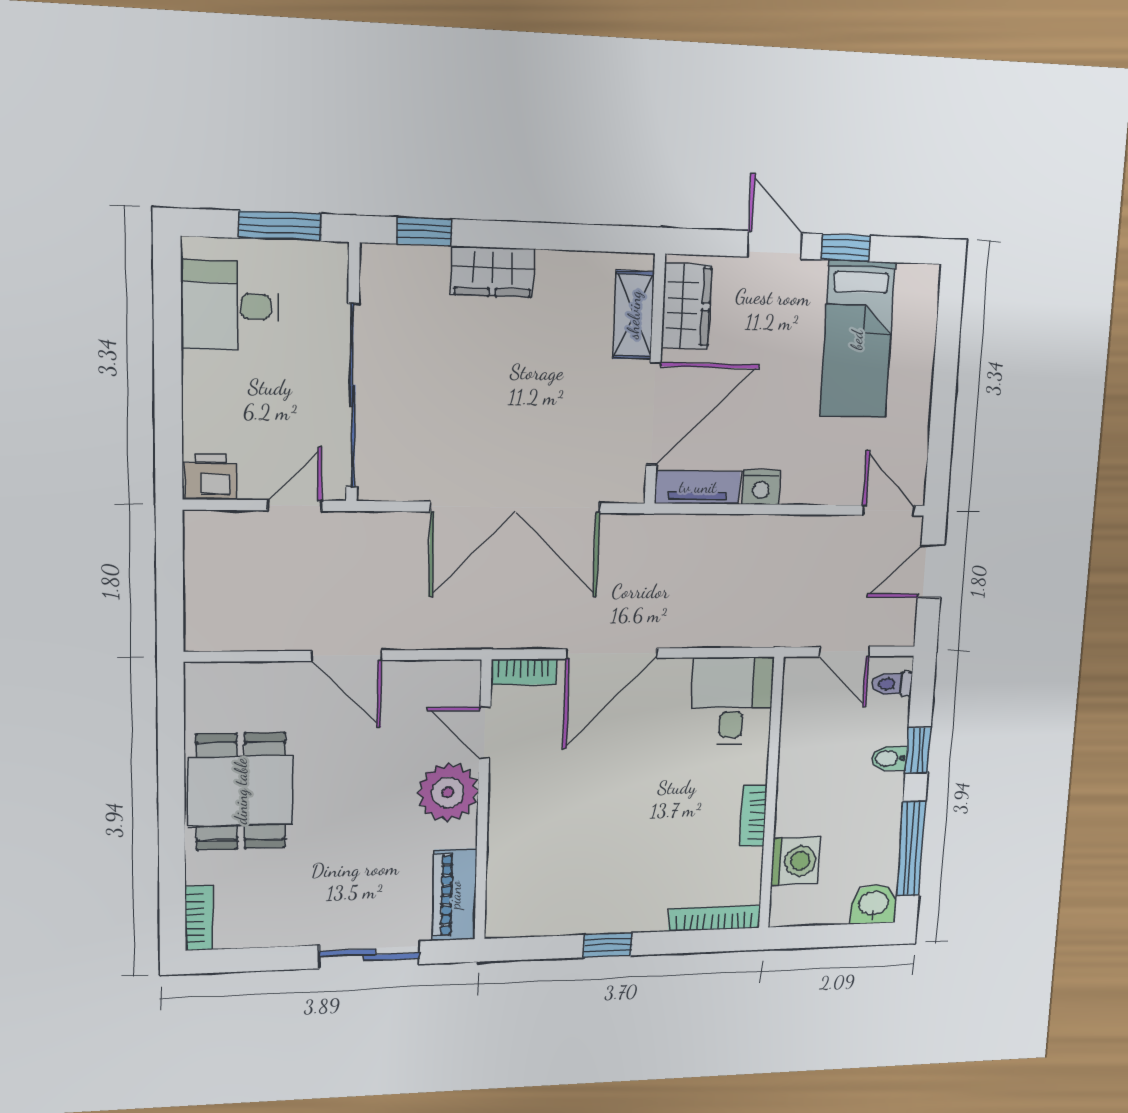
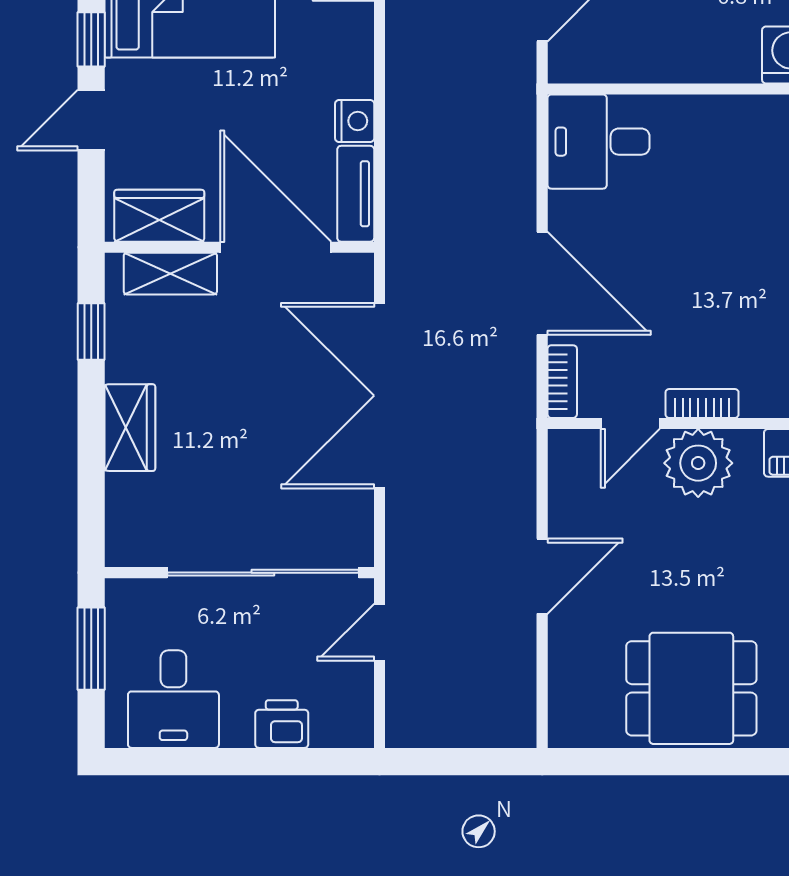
window: (424, 231) -> (91, 332), moved
printer: (211, 477) -> (282, 724), moved, turned 90
door: (295, 505) -> (379, 632), hinge flipped
double door: (516, 507) -> (379, 396), swing flipped
bookcase: (753, 816) -> (702, 403), moved, turned 180

